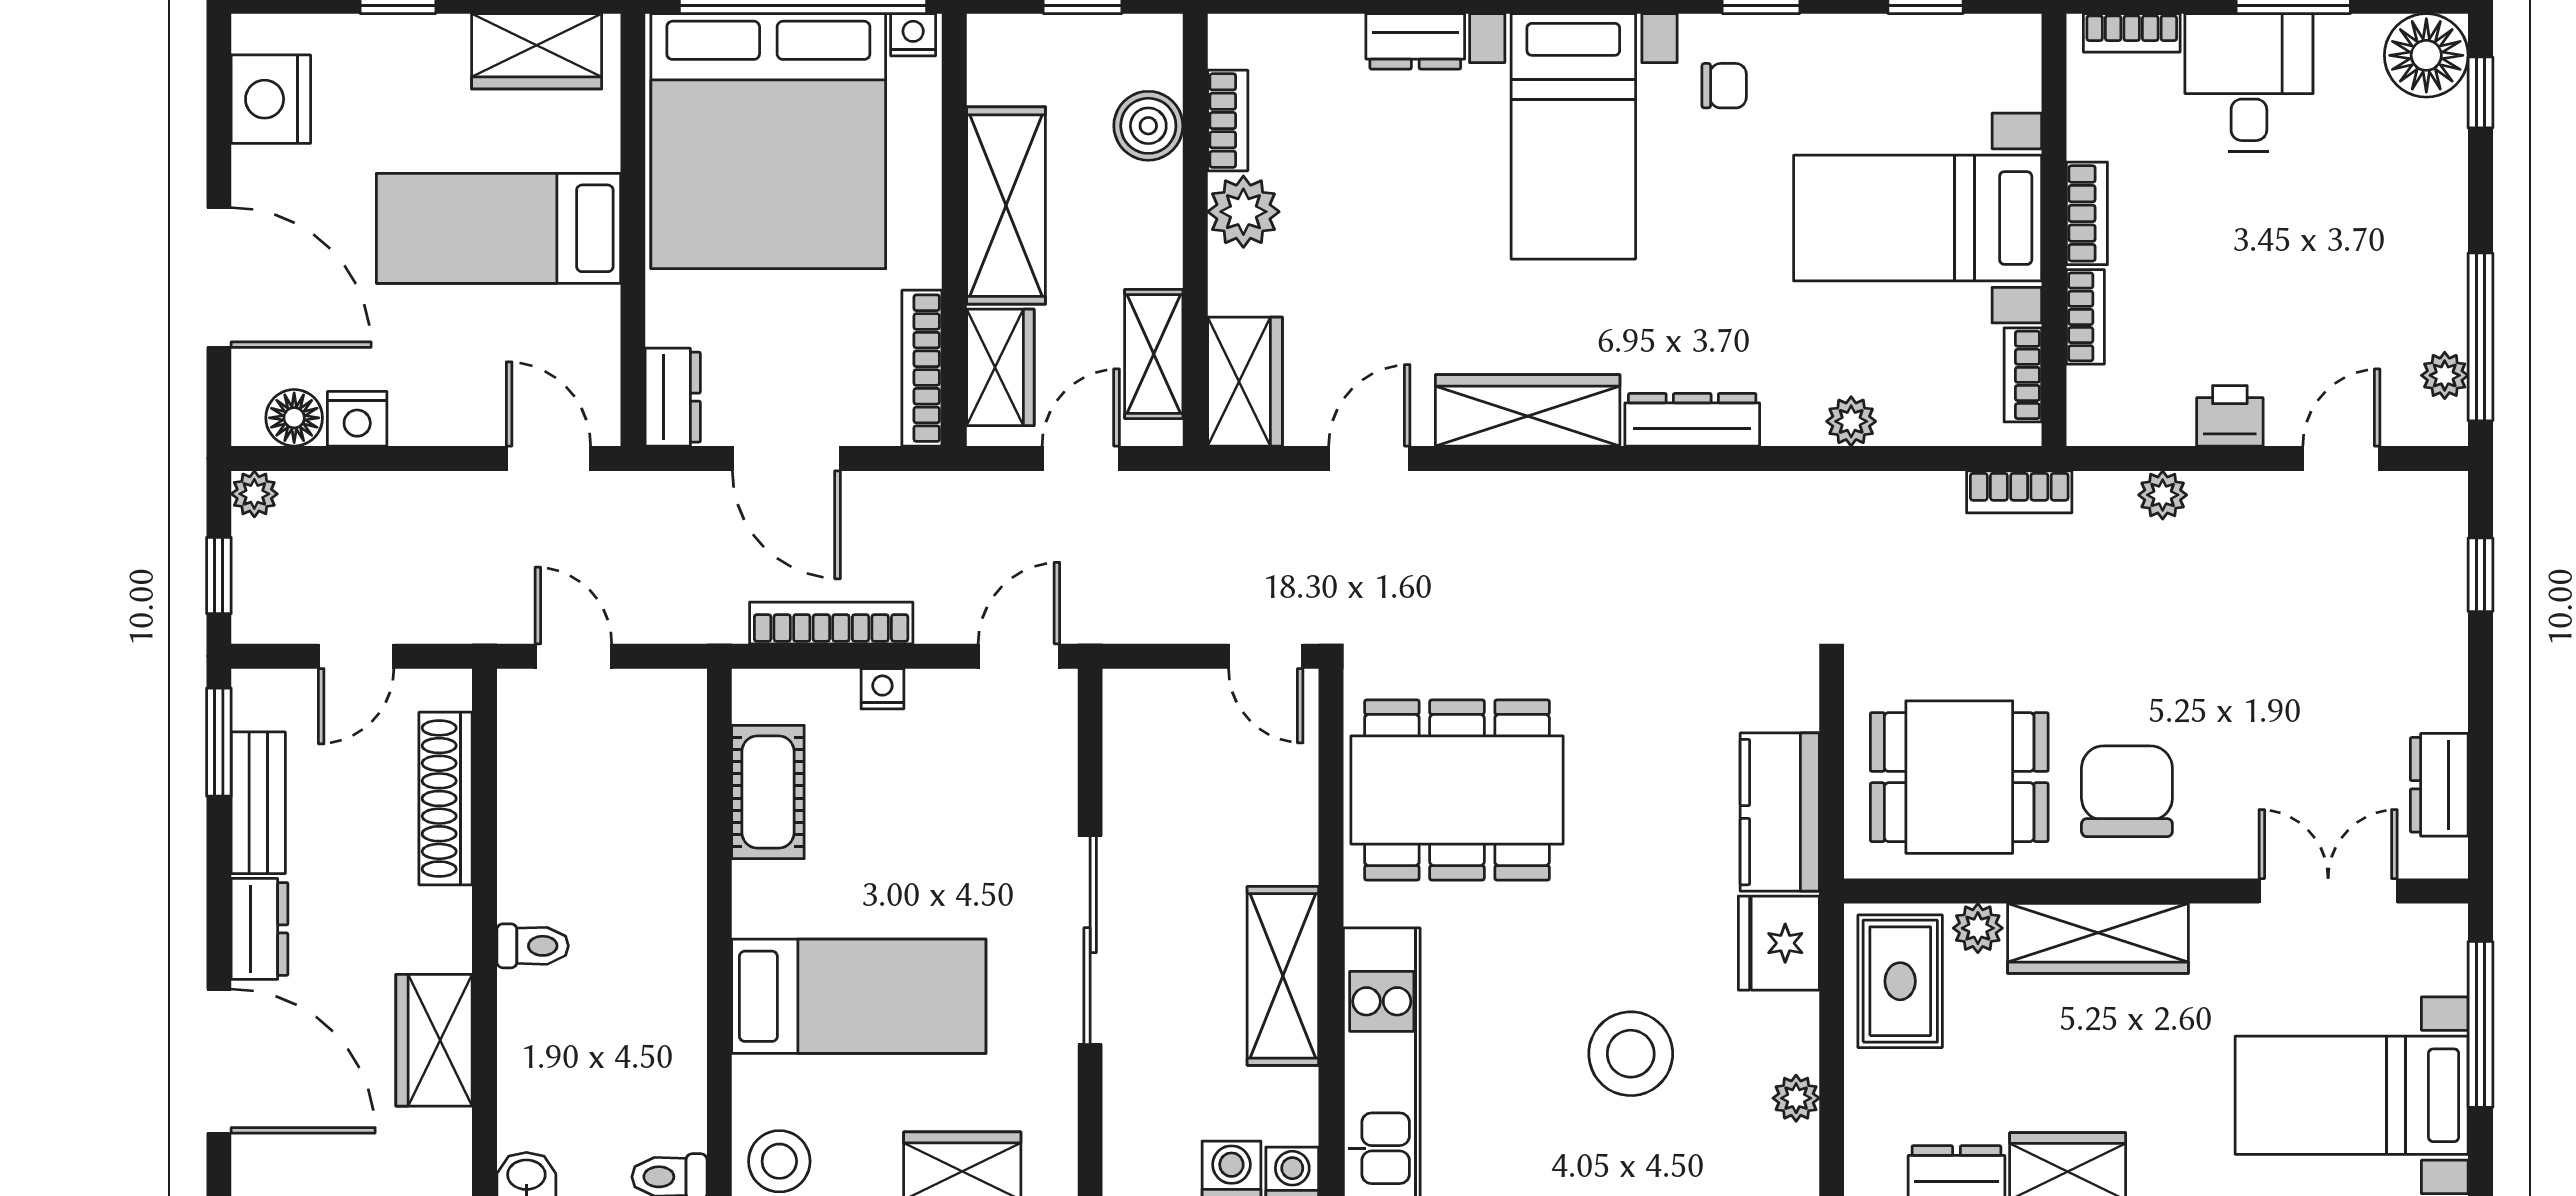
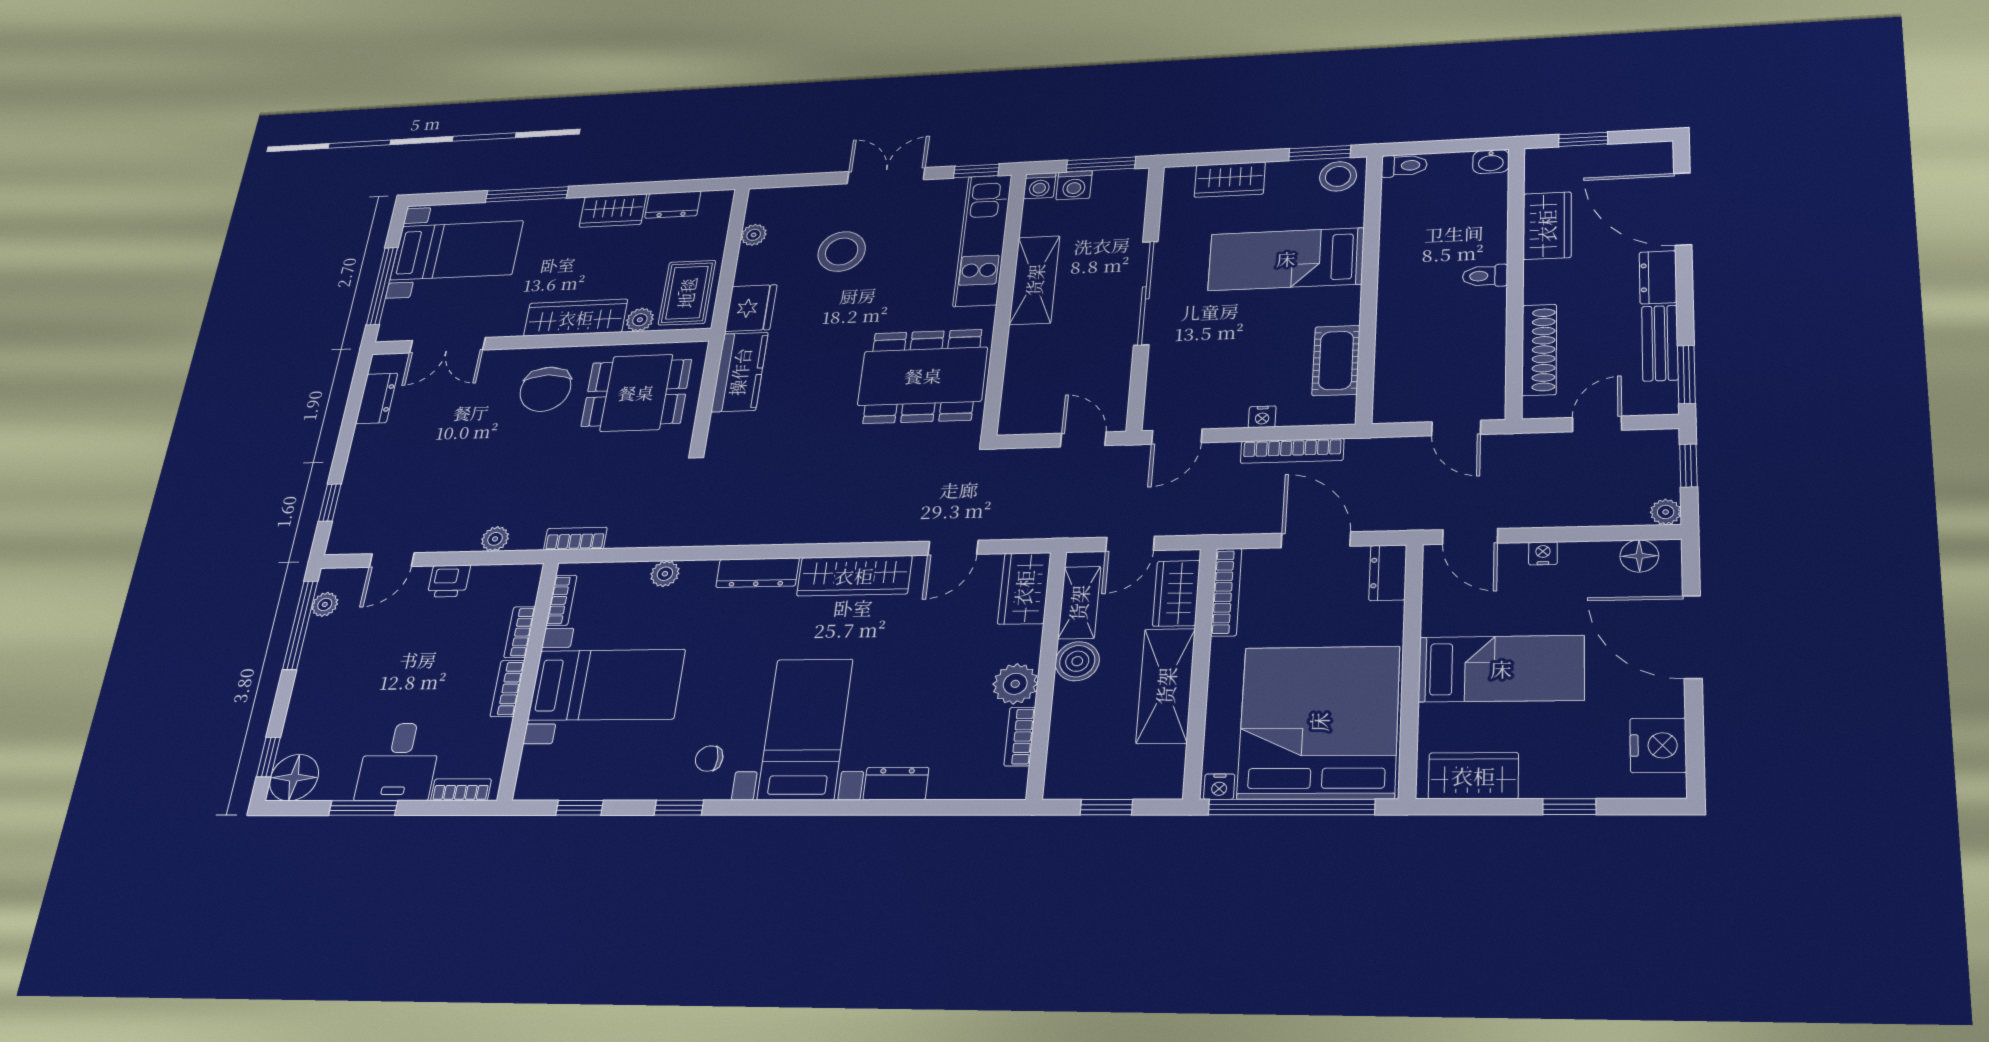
boiler: (1148, 126) -> (1077, 661), moved
nightstand: (357, 419) -> (1543, 553), moved, width x0.72, depth x0.74
door: (1266, 656) -> (1083, 439), moved

